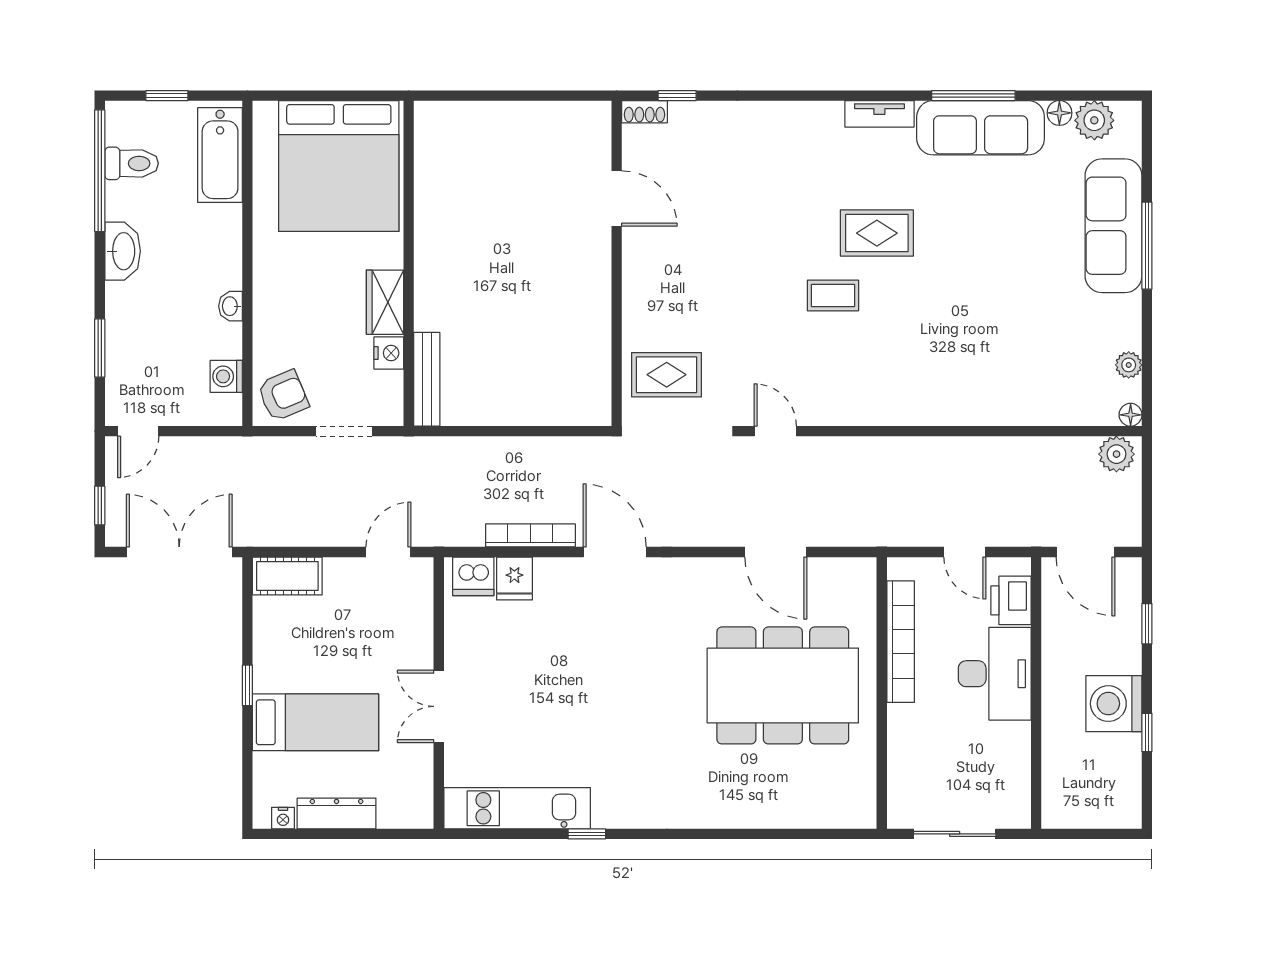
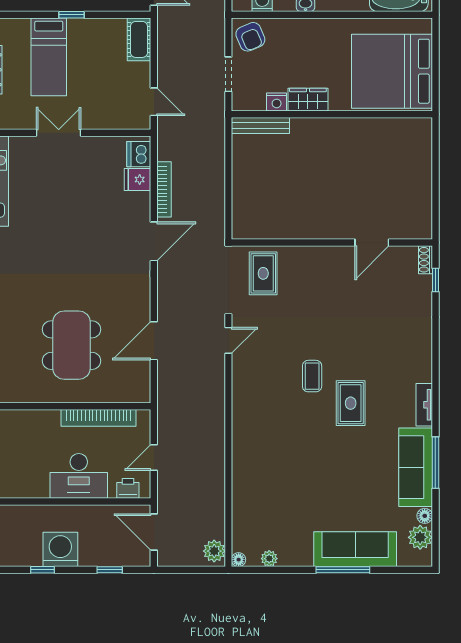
door: (1086, 552) -> (154, 532), hinge flipped
printer: (1011, 600) -> (128, 488), width x0.73, depth x0.81
dining table: (783, 685) -> (71, 345), width x0.73, depth x0.80

